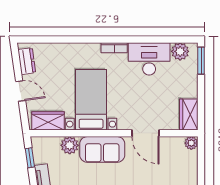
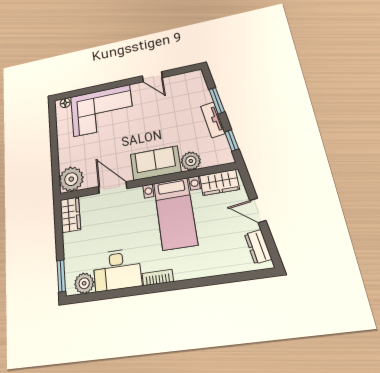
plant: (191, 143) -> (71, 179), width x1.87, depth x1.87

